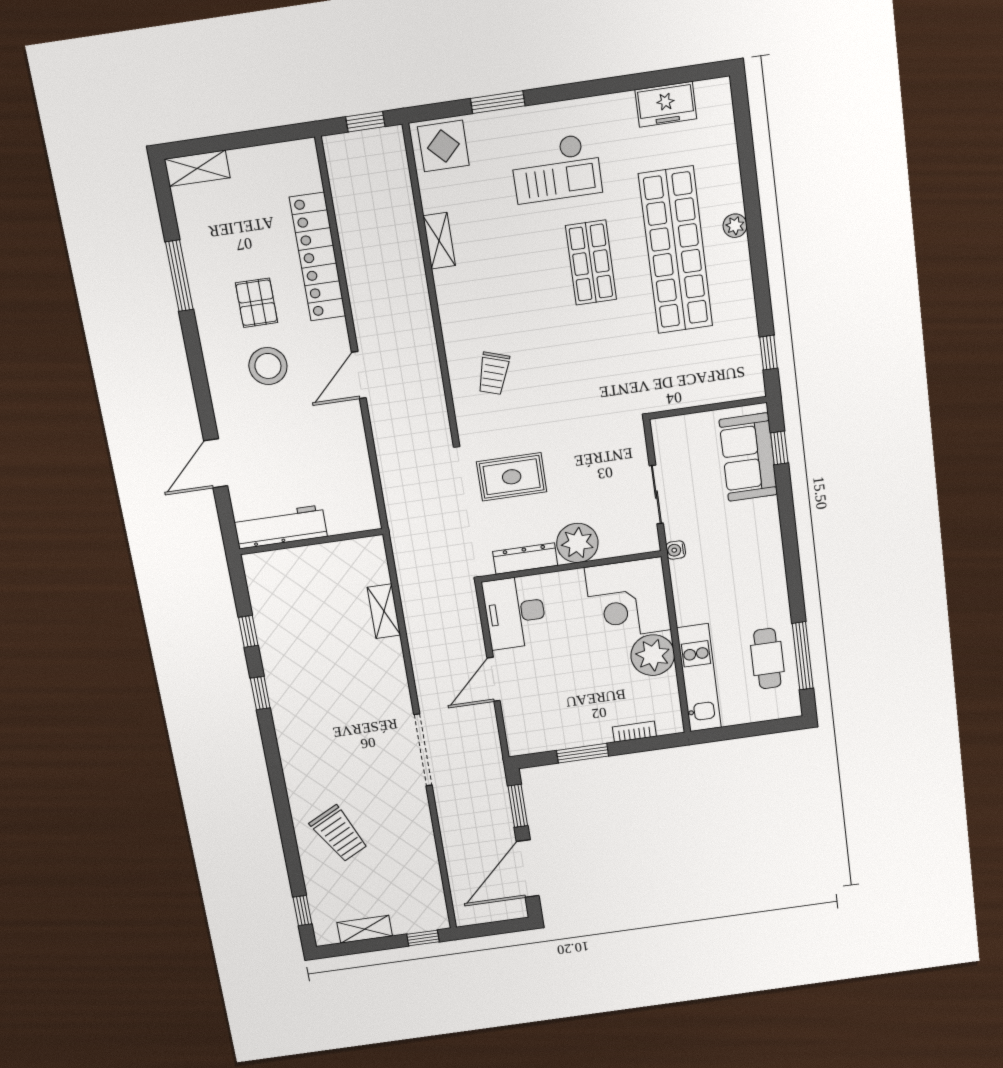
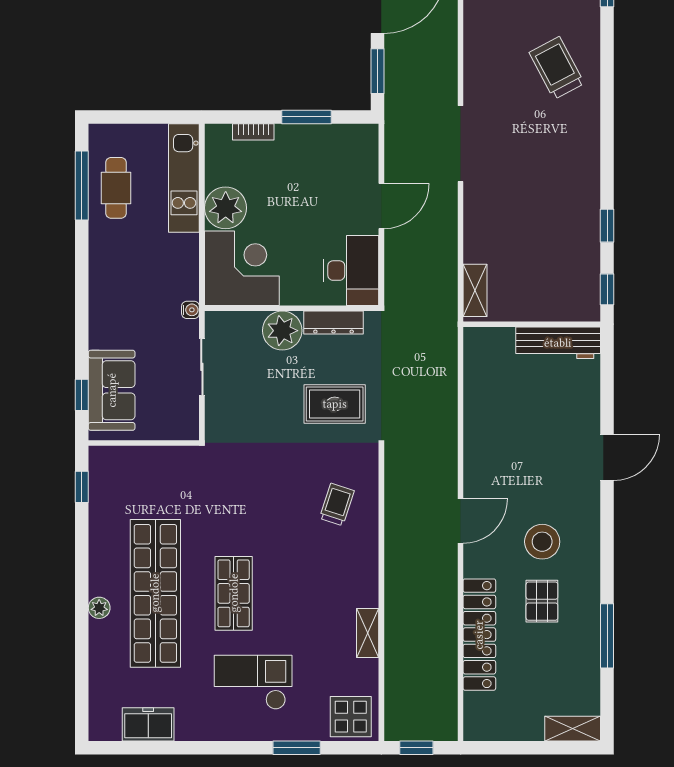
workbench: (280, 527) -> (558, 343), moved
wall: (311, 542) -> (532, 324), moved

